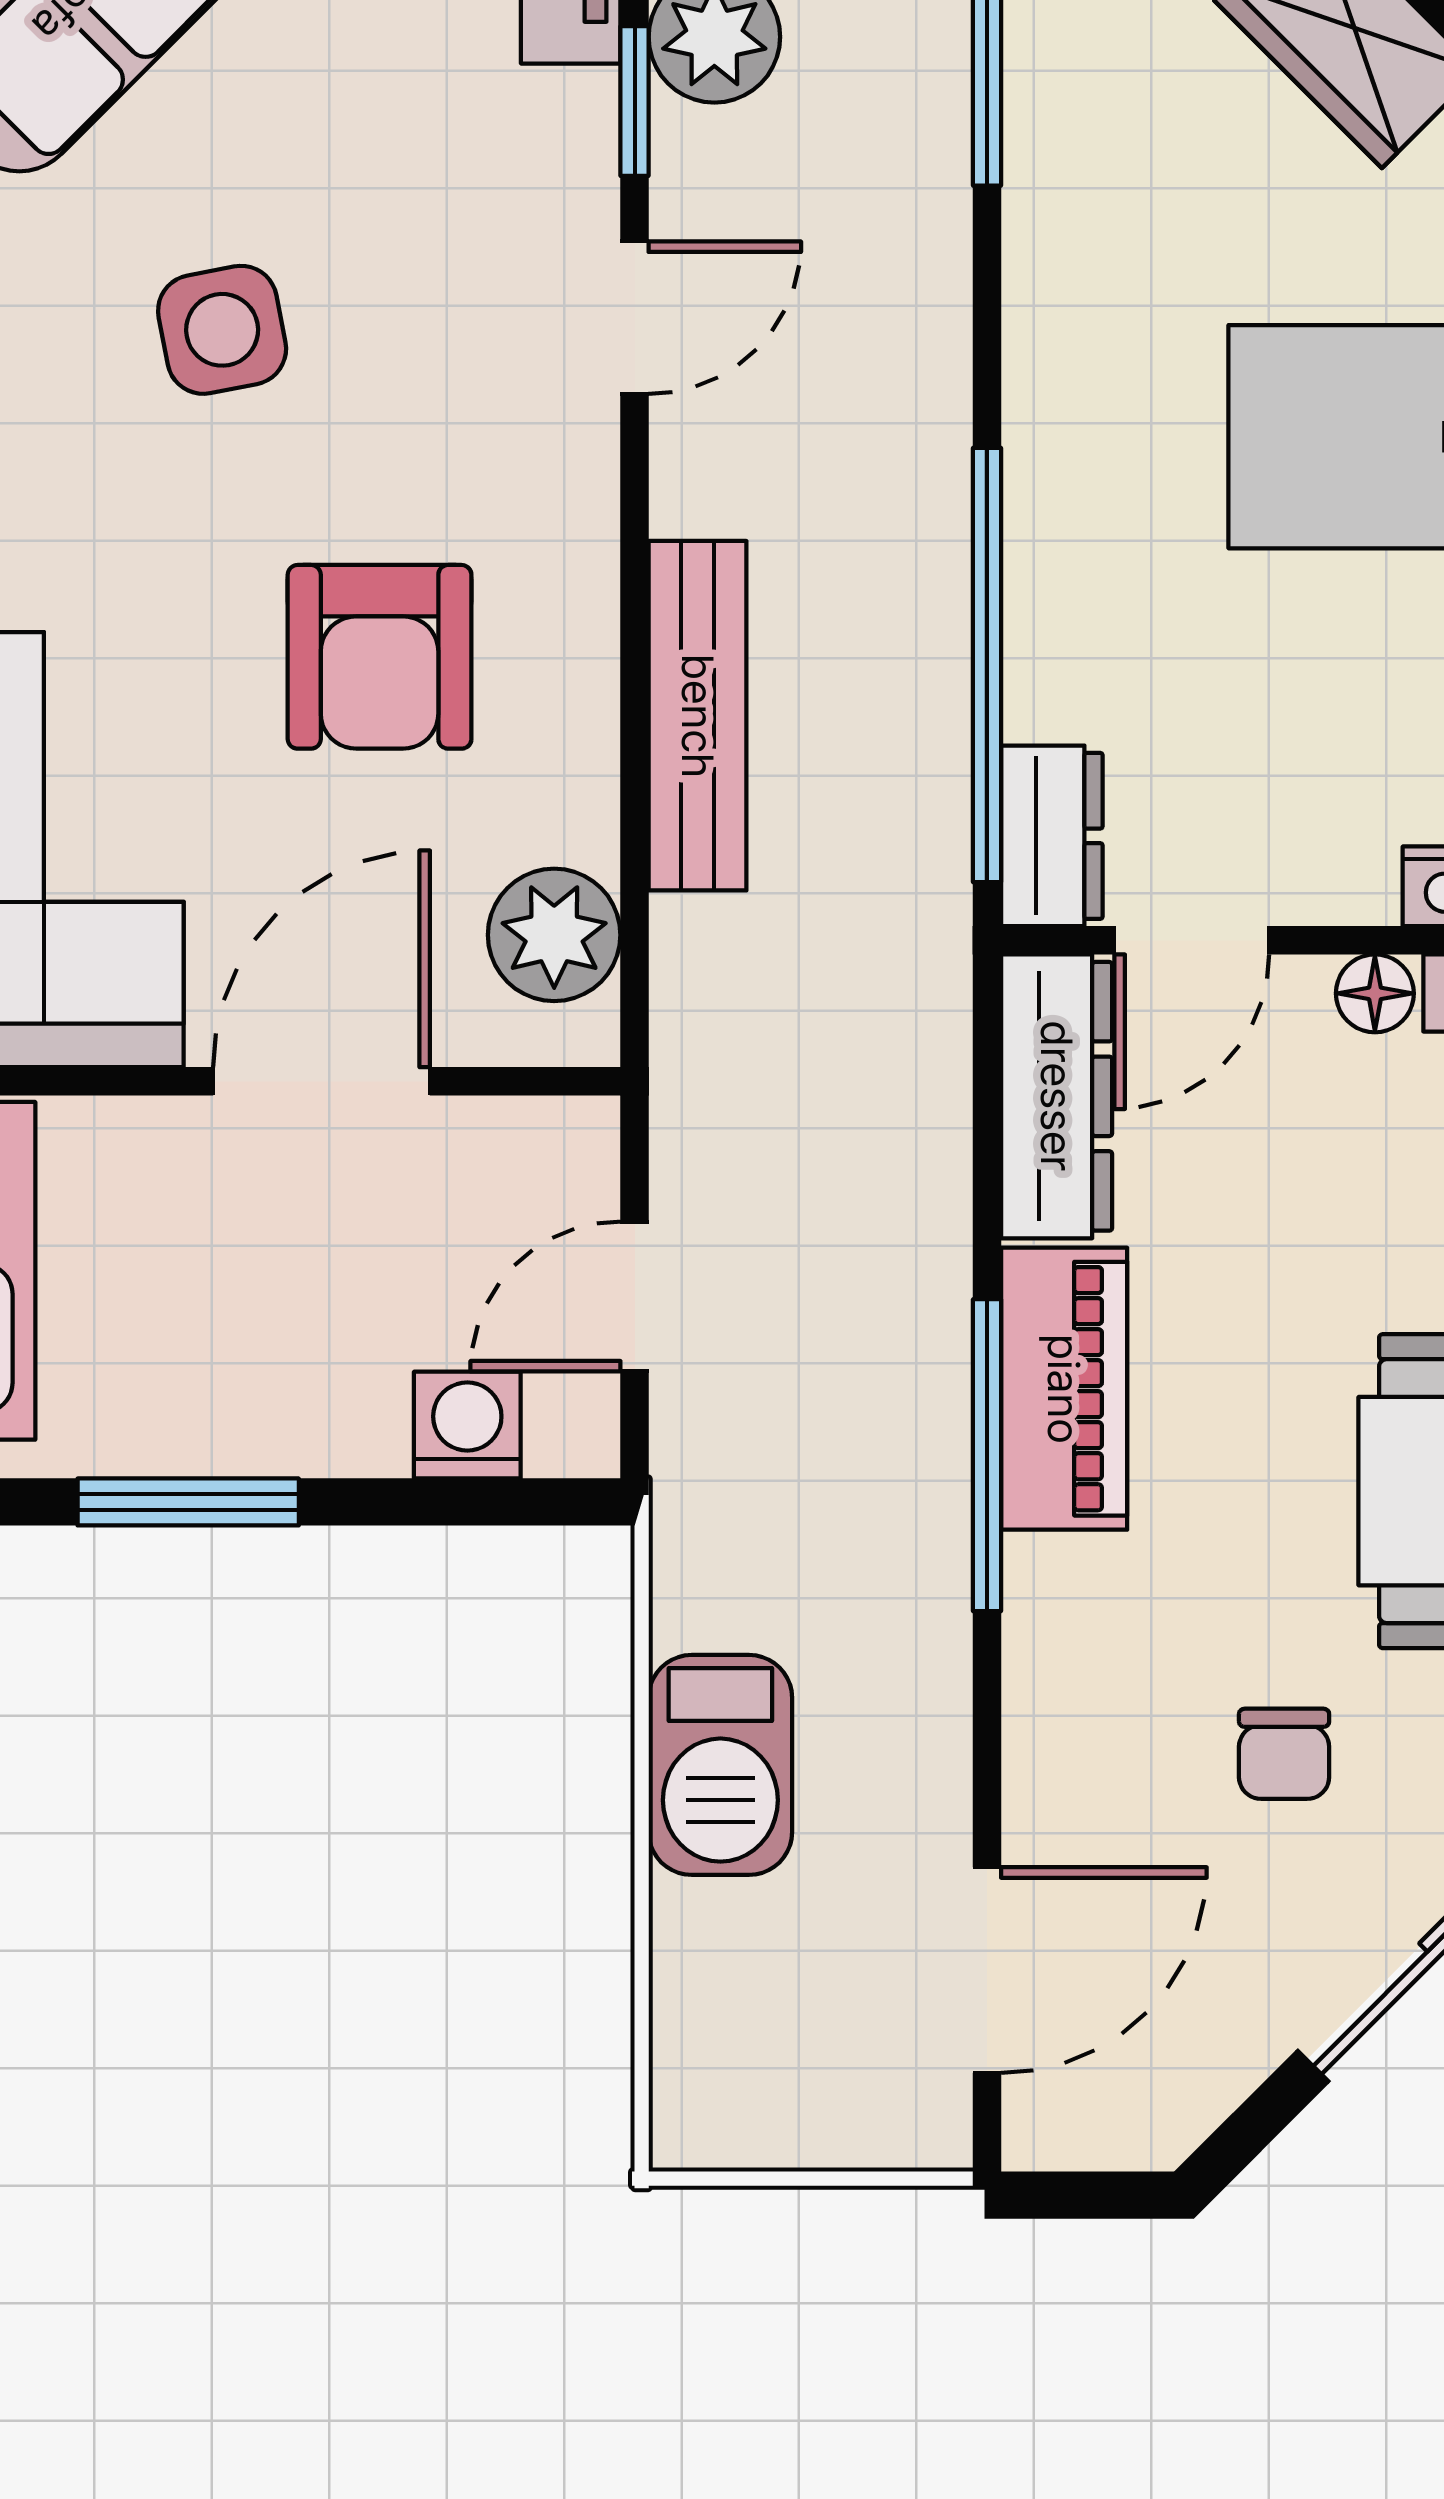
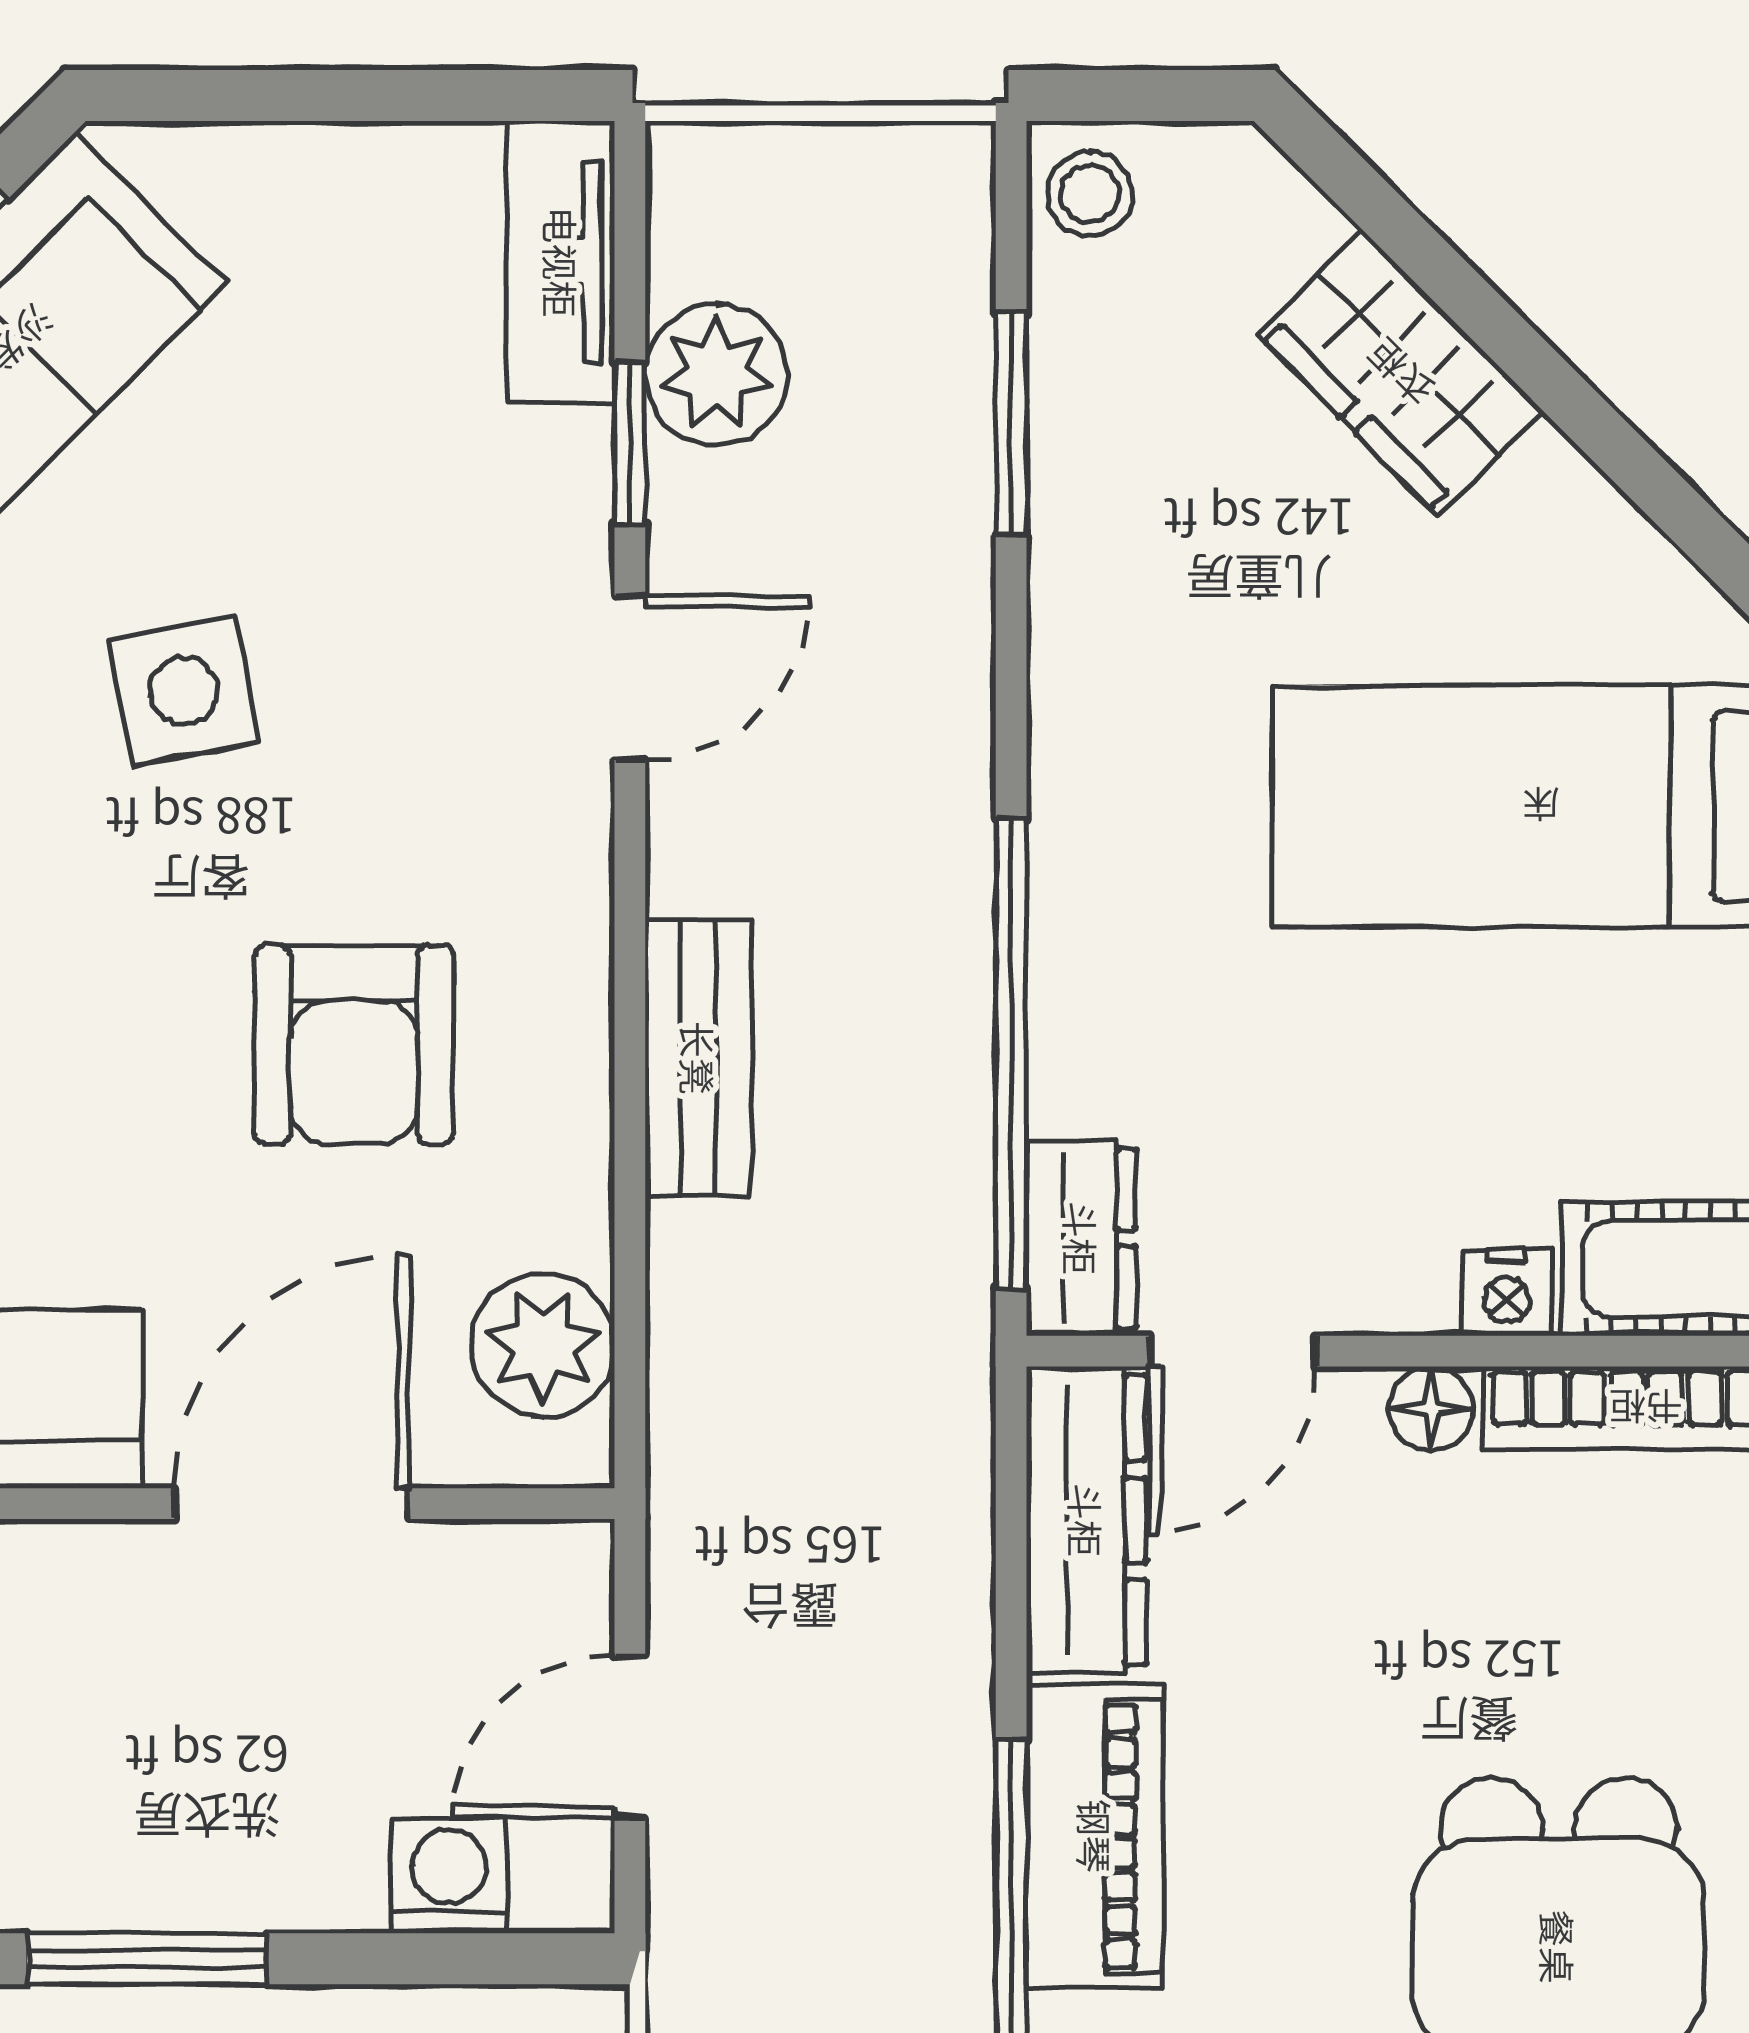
bench: (698, 716) -> (698, 1058), width x0.73

